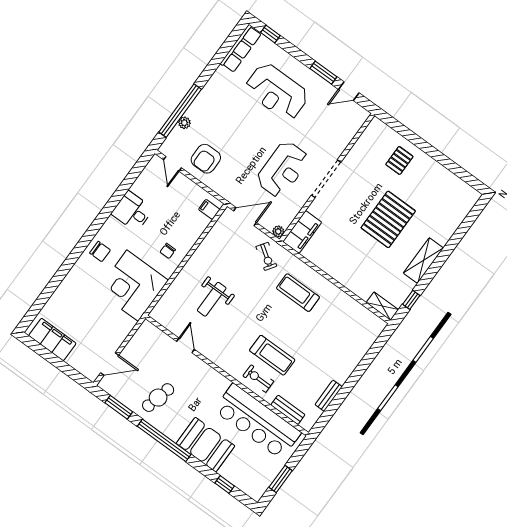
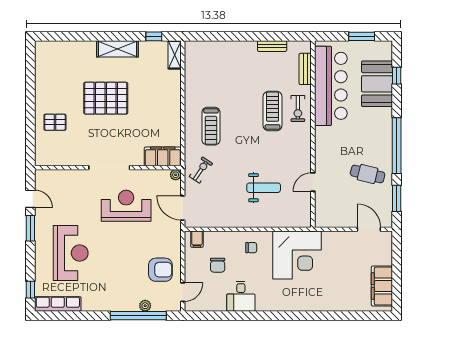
chair: (100, 252) -> (218, 265), moved, turned 180
booth: (206, 445) -> (377, 84), moved

